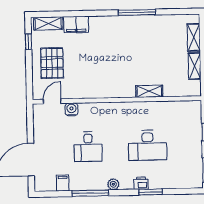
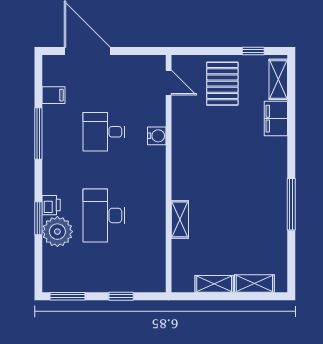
pallet: (52, 63) -> (222, 84), turned 90
water cooler: (71, 109) -> (157, 136), moved
plant: (113, 184) -> (57, 232), moved, width x1.87, depth x1.87

